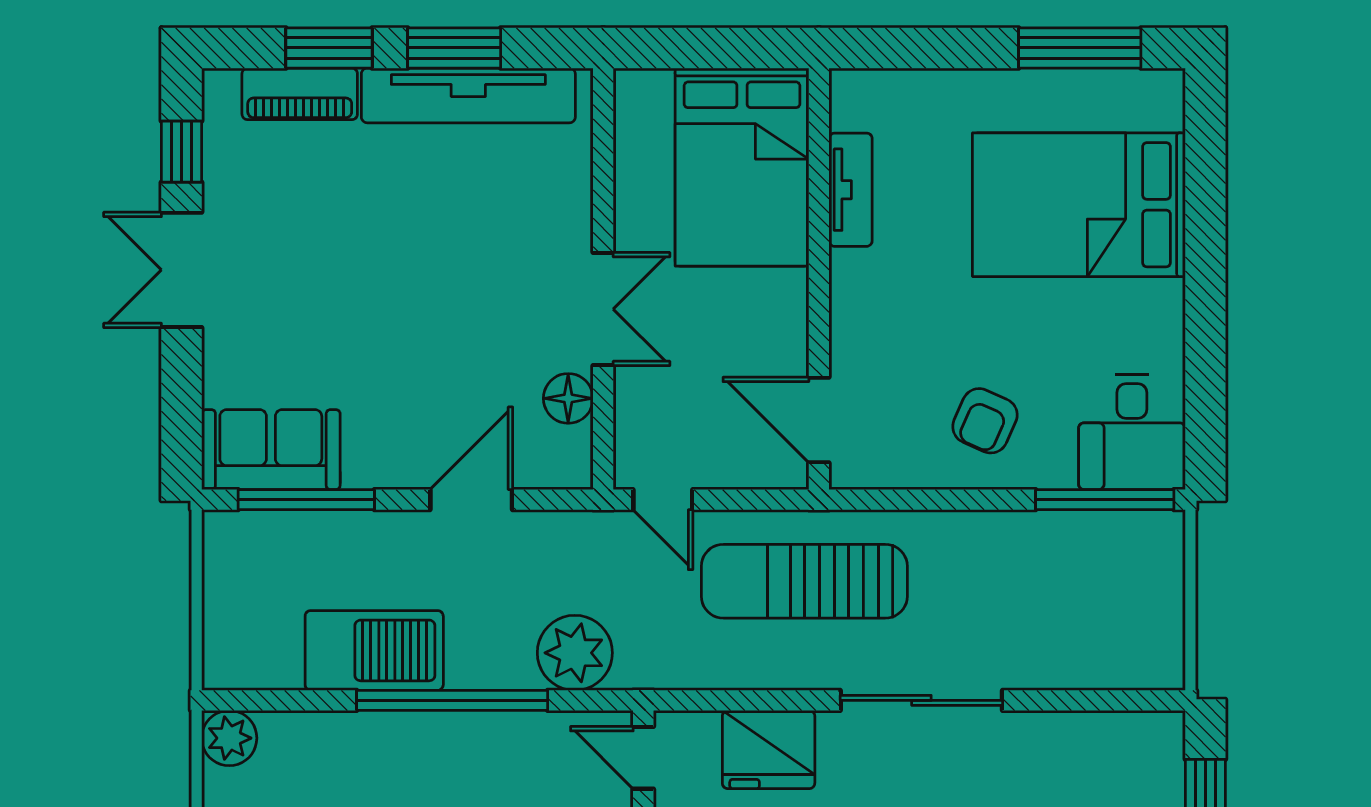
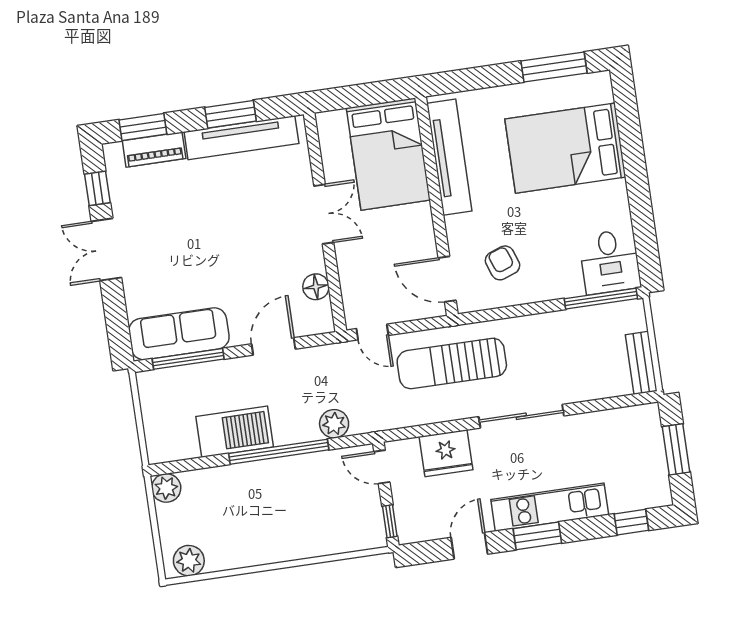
window: (329, 48) -> (143, 127), moved
tv unit: (851, 190) -> (449, 157), width x1.92, depth x1.29
double door: (603, 309) -> (324, 214), moved
armchair: (985, 421) -> (503, 263), moved, turned 136
sofa: (271, 450) -> (179, 334), width x1.36
bench: (1163, 632) -> (641, 363), added
plant: (575, 653) -> (334, 424), width x0.73, depth x0.73

